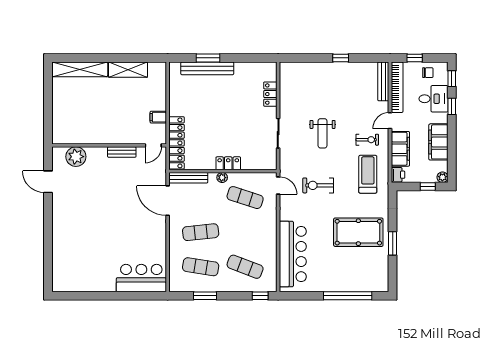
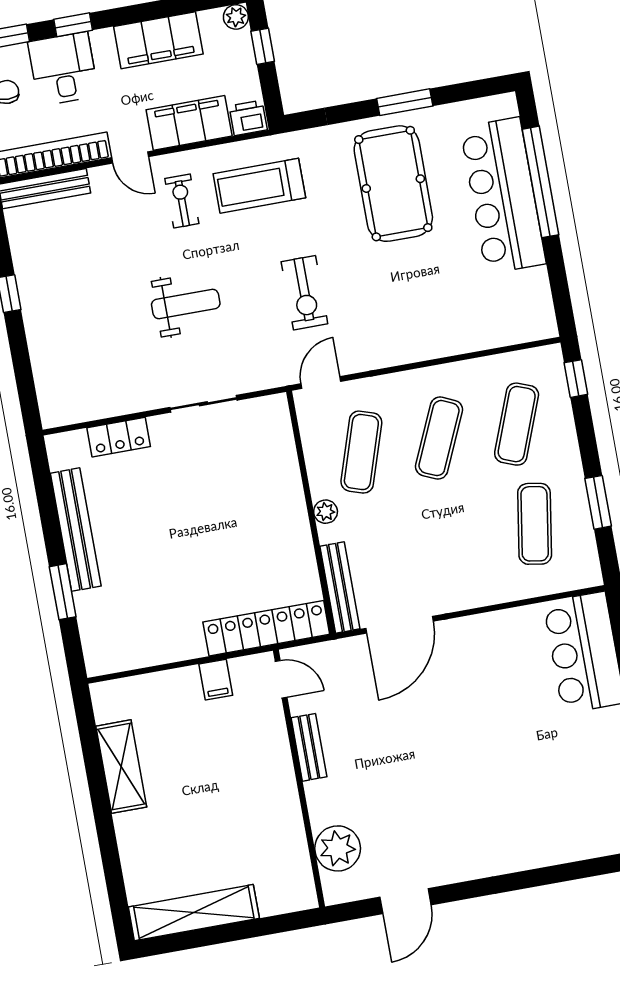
bench: (207, 68) -> (76, 530), moved
shelving: (80, 69) -> (194, 913), moved, turned 90
locker: (228, 163) -> (291, 504), removed
exercise mat: (201, 232) -> (439, 438), moved, turned 30
bar counter: (293, 254) -> (503, 196), moved, turned -90

